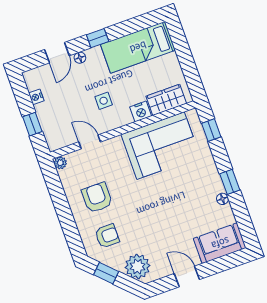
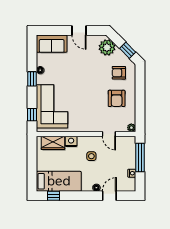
window: (98, 38) -> (53, 196), moved
window: (32, 124) -> (140, 157), width x2.17
corner sofa: (161, 146) -> (52, 106), moved, turned 90

